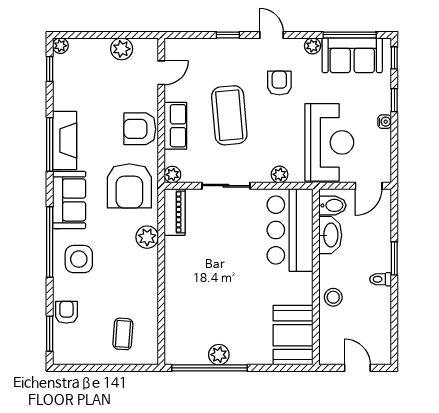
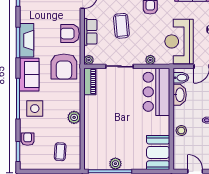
coffee table: (229, 115) -> (121, 26), width x0.73, depth x0.76
reception desk: (329, 142) -> (179, 41), turned 180
plant: (147, 237) -> (74, 117), moved

